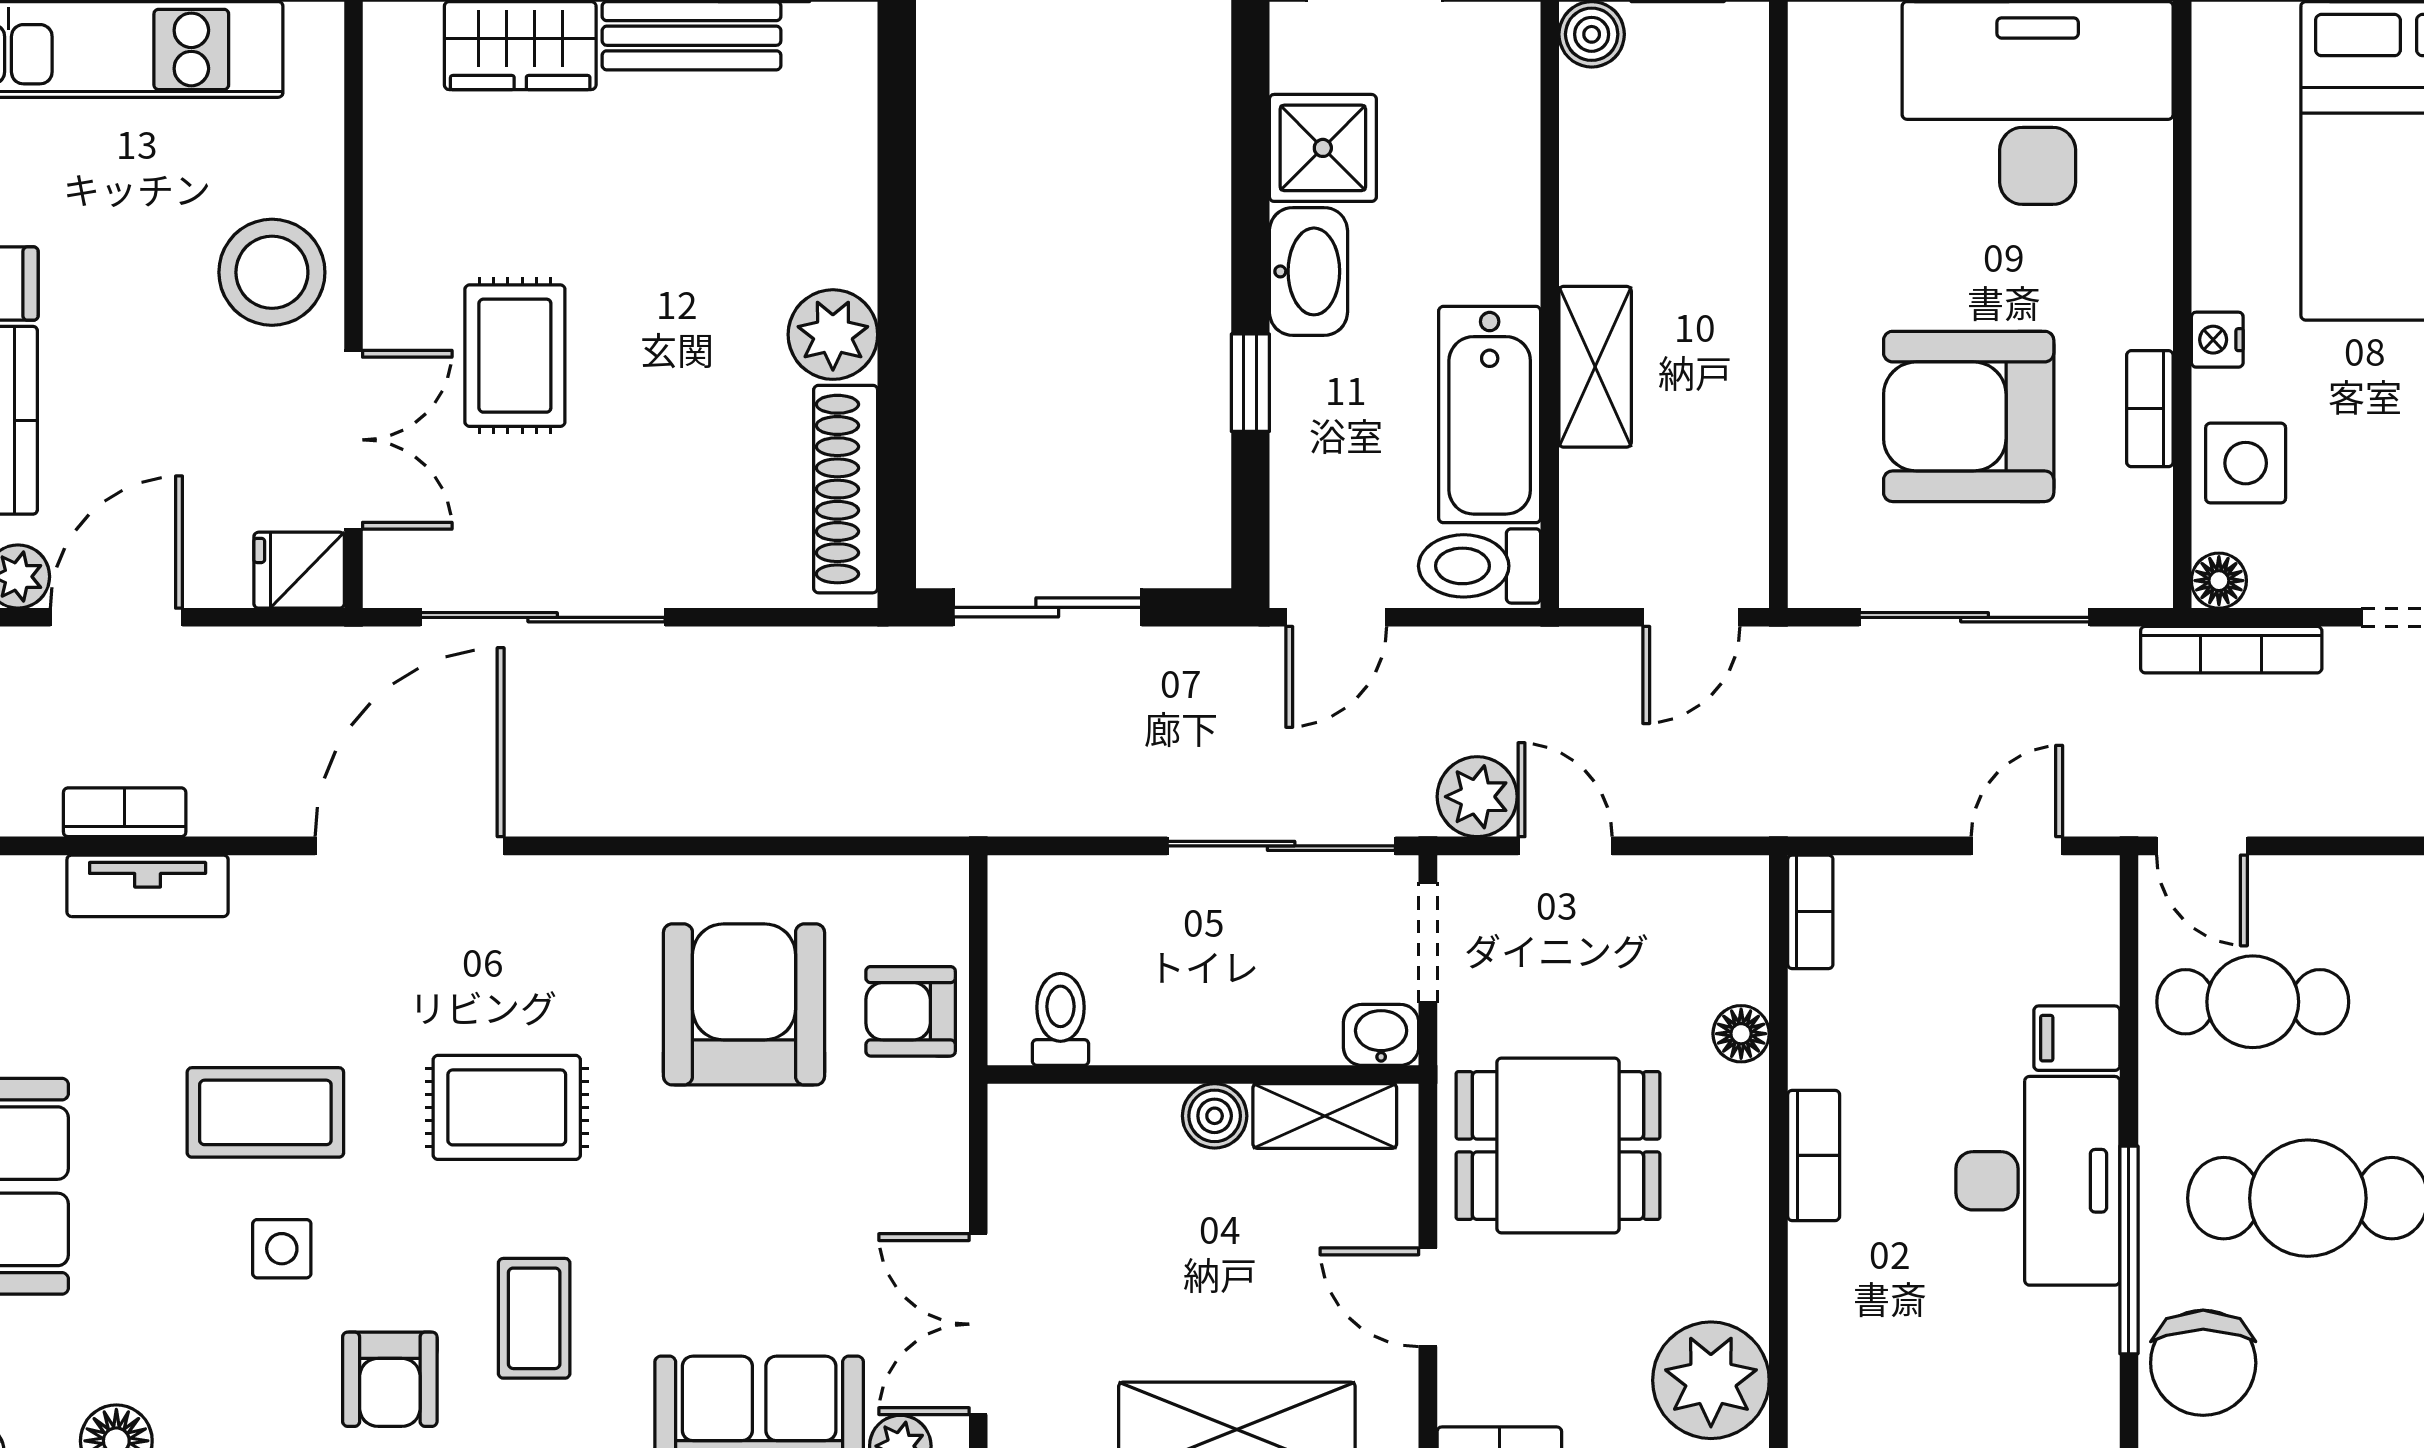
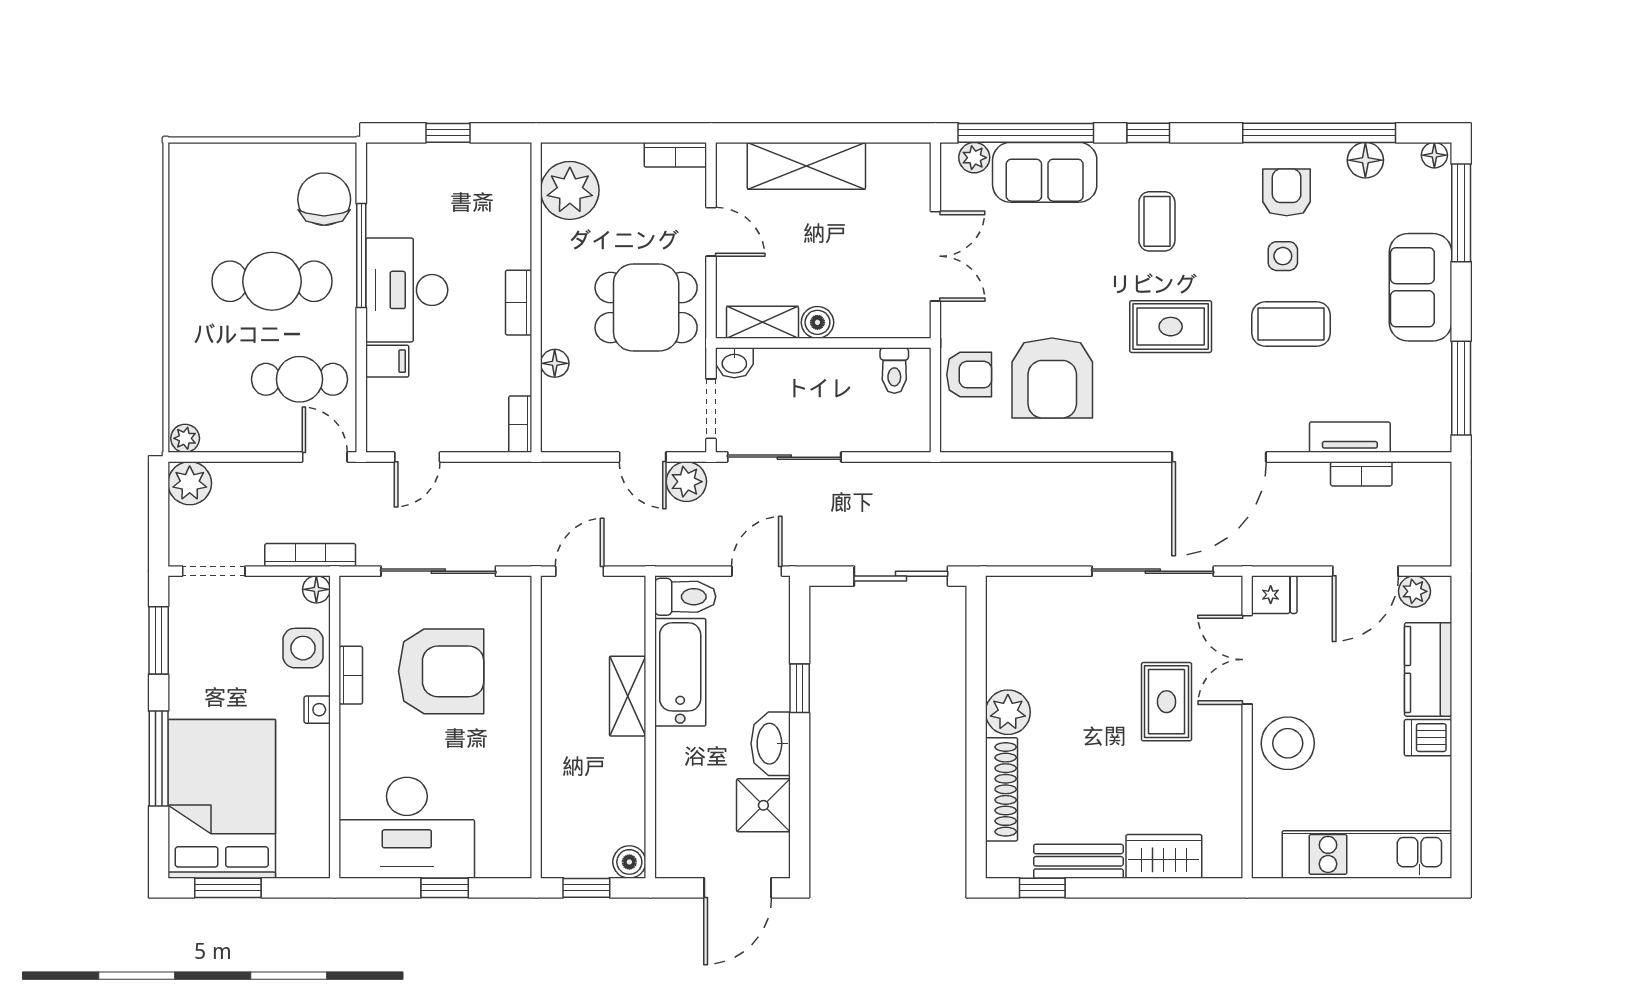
shoe rack: (846, 489) -> (1001, 789), moved
double door: (978, 1324) -> (935, 256), moved
armchair: (390, 1379) -> (1287, 192), moved

